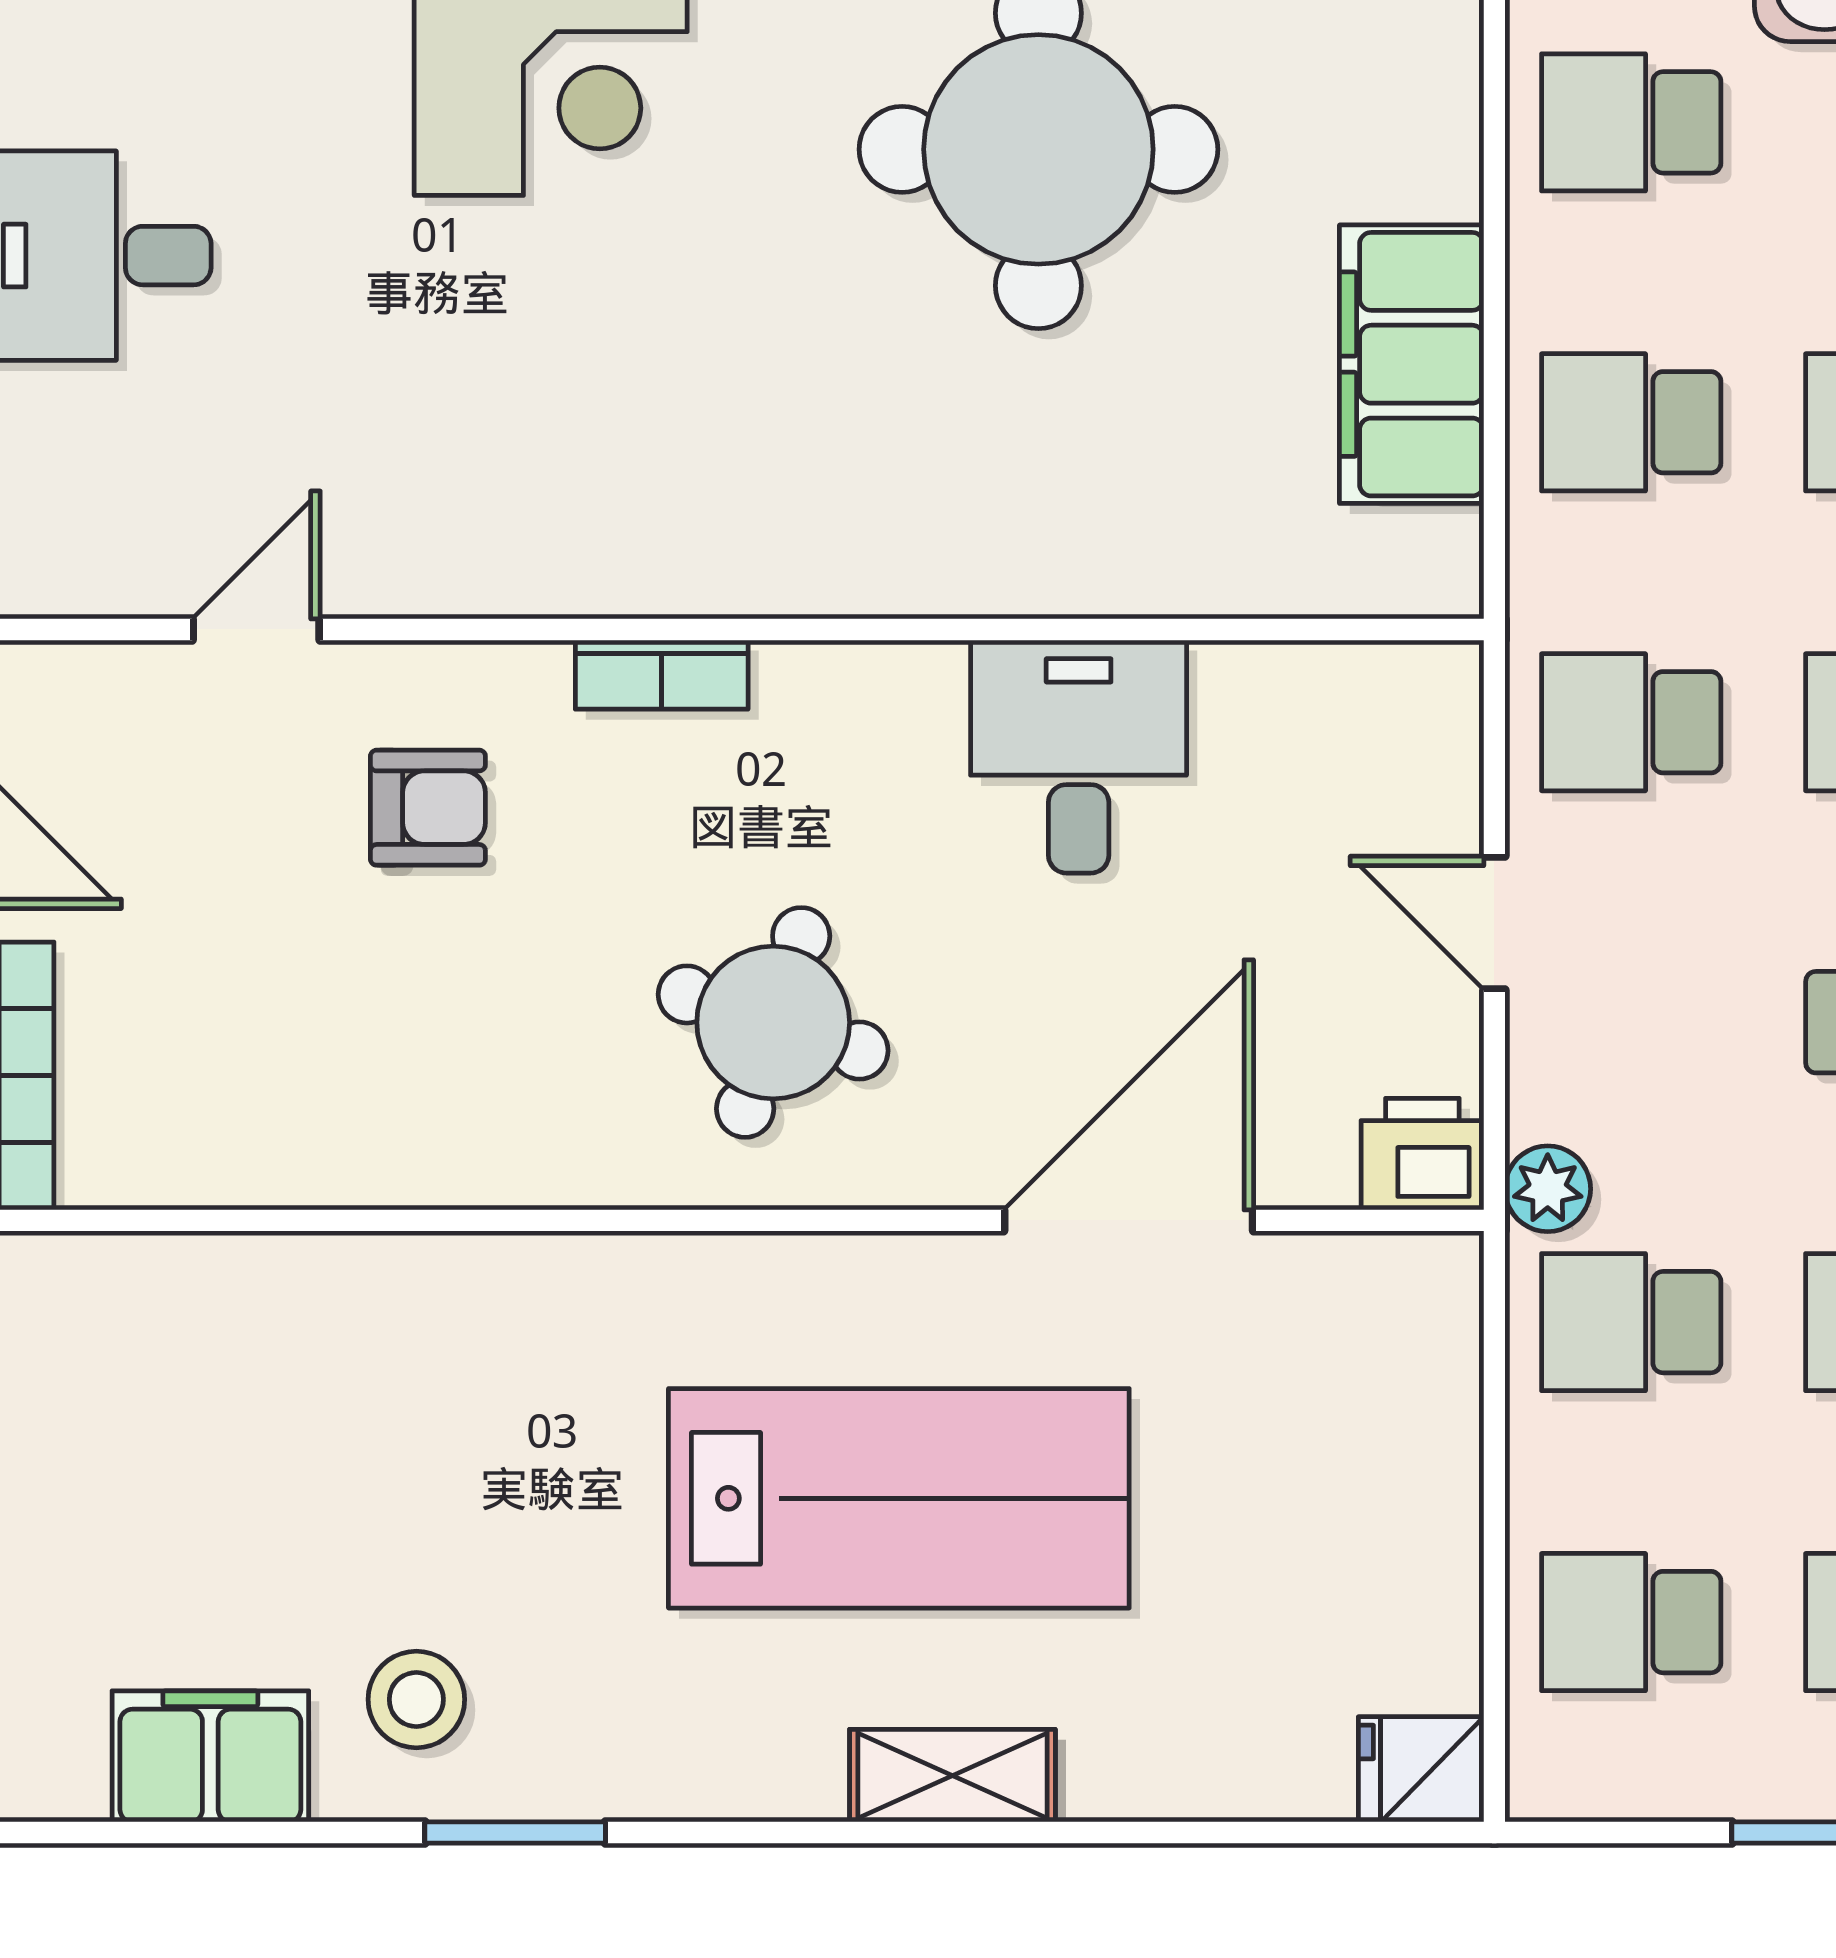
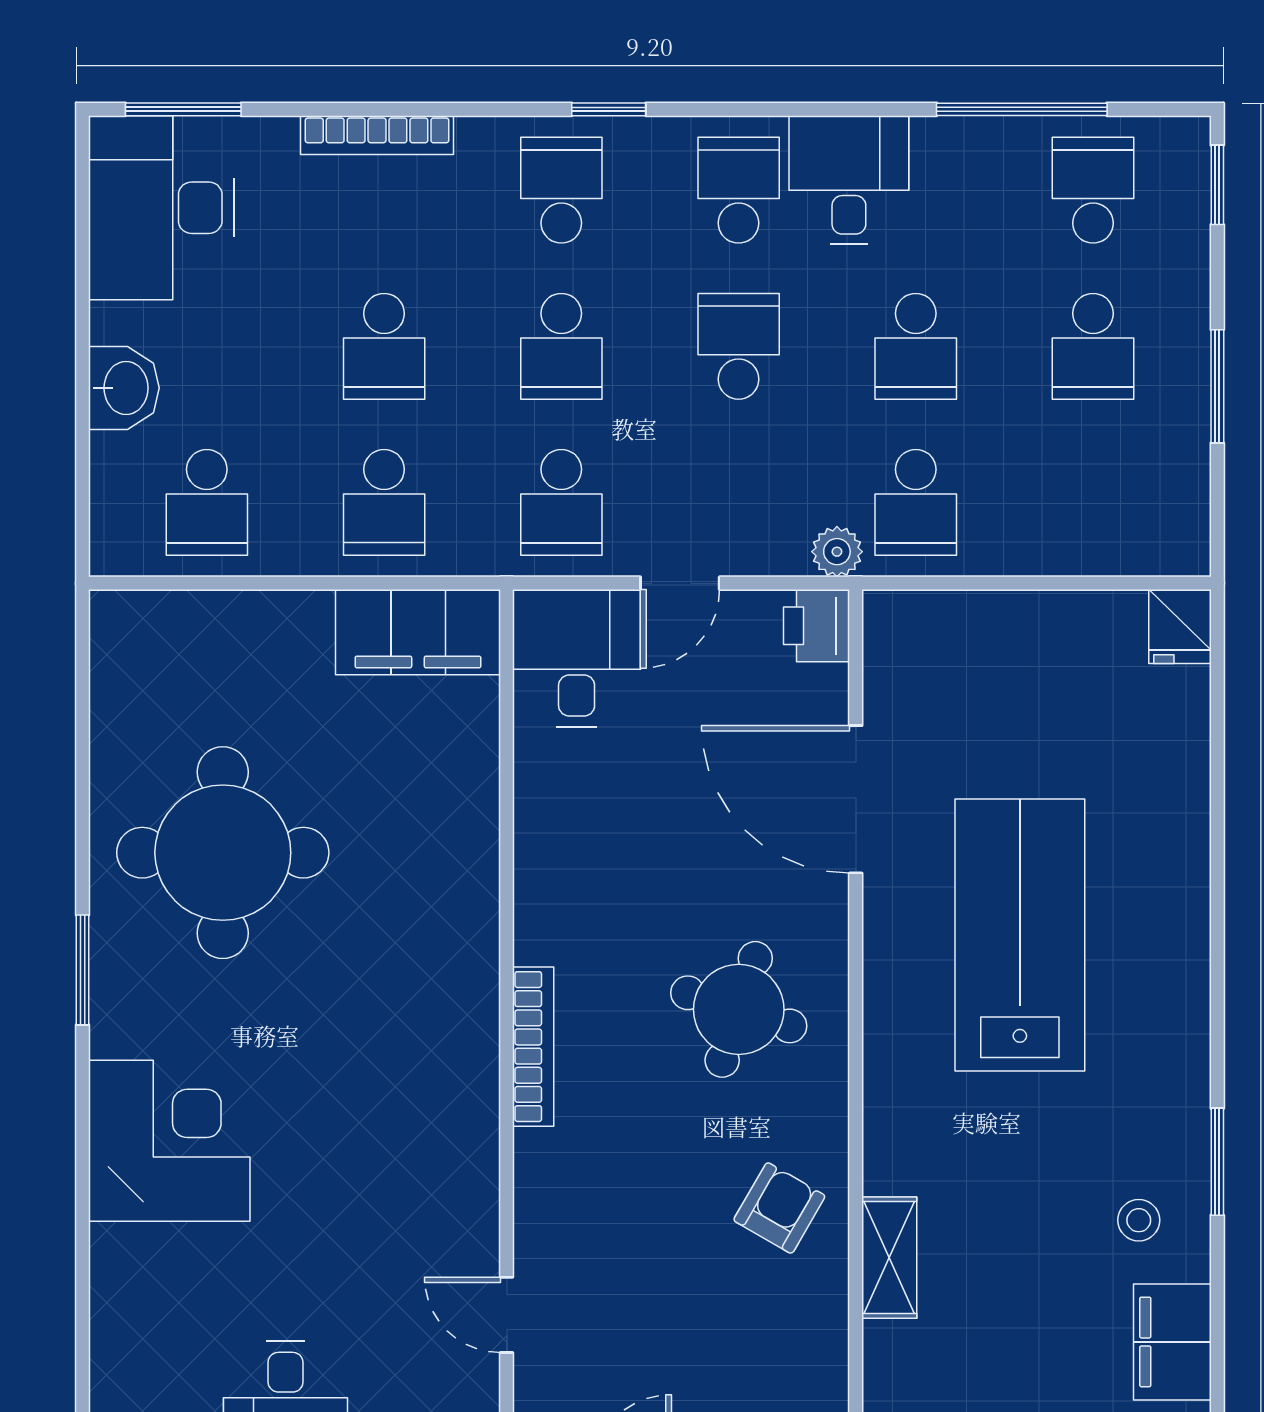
filing cabinet: (1412, 364) -> (418, 632), moved
bookcase: (662, 675) -> (533, 1047), width x1.56
desk: (1079, 757) -> (577, 658), moved, turned 90
armchair: (428, 808) -> (779, 1208), moved, turned 30
school desk: (1631, 1622) -> (1093, 502), removed
stool: (416, 1699) -> (1139, 1220), width x0.73, depth x0.73
shelving: (952, 1776) -> (889, 1258), moved

